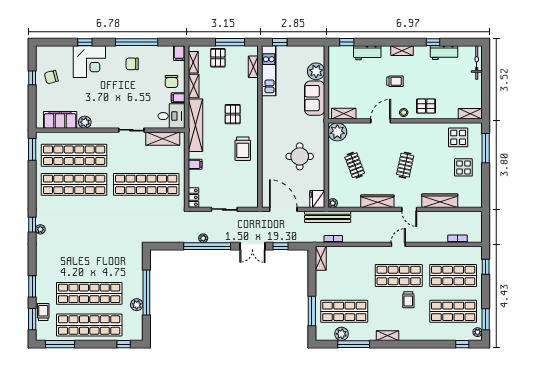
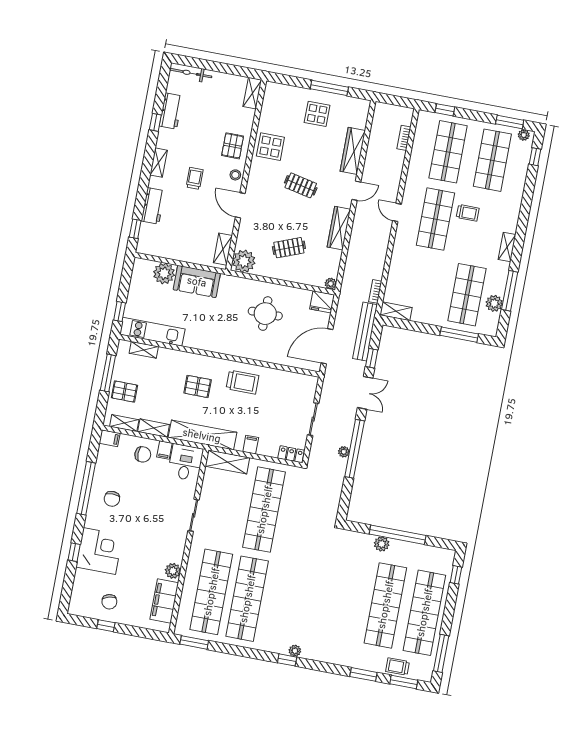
display table: (458, 137) -> (270, 147), moved
shelving: (163, 139) -> (227, 462), moved, turned 90
window: (486, 148) -> (329, 88), moved
bench: (328, 217) -> (365, 332), moved
plant: (137, 305) -> (382, 544), moved

